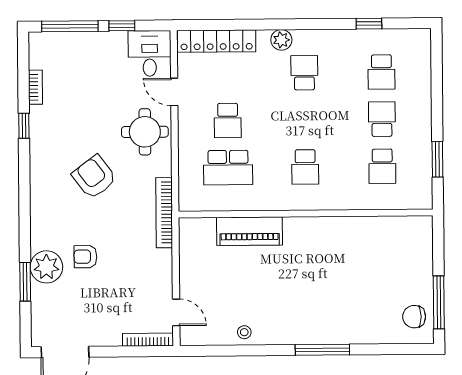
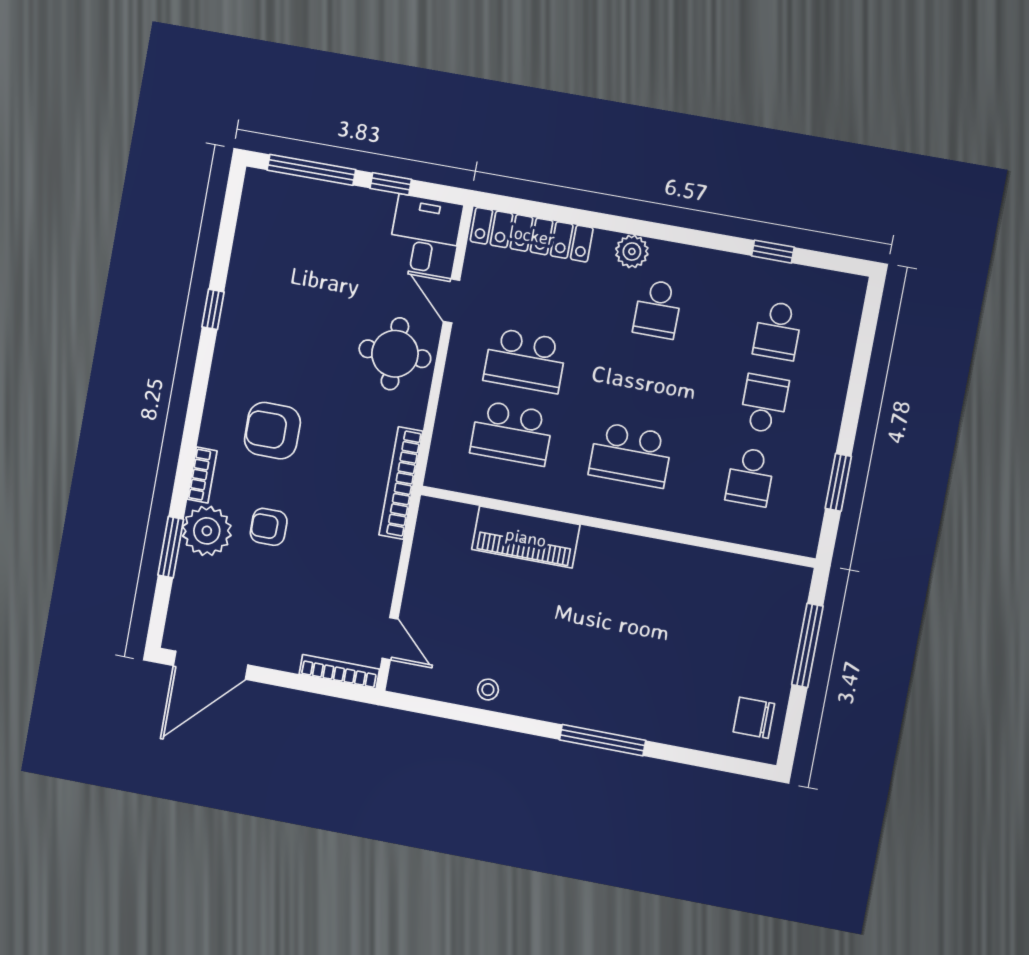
school desk: (304, 73) -> (658, 309), turned 180
bookcase: (35, 87) -> (202, 475), moved
school desk: (228, 121) -> (525, 360), width x1.85
school desk: (305, 167) -> (631, 455), width x1.85
armchair: (94, 177) -> (272, 431), moved, turned -53
window: (439, 302) -> (807, 645), moved

